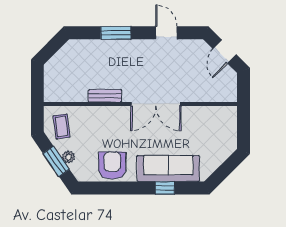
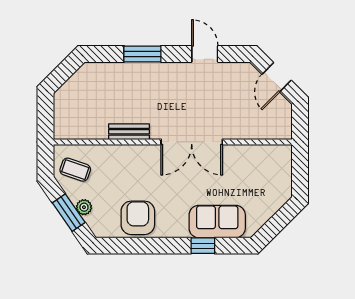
coffee table: (61, 126) -> (75, 170), turned -64
sofa: (168, 169) -> (217, 222), width x0.73

